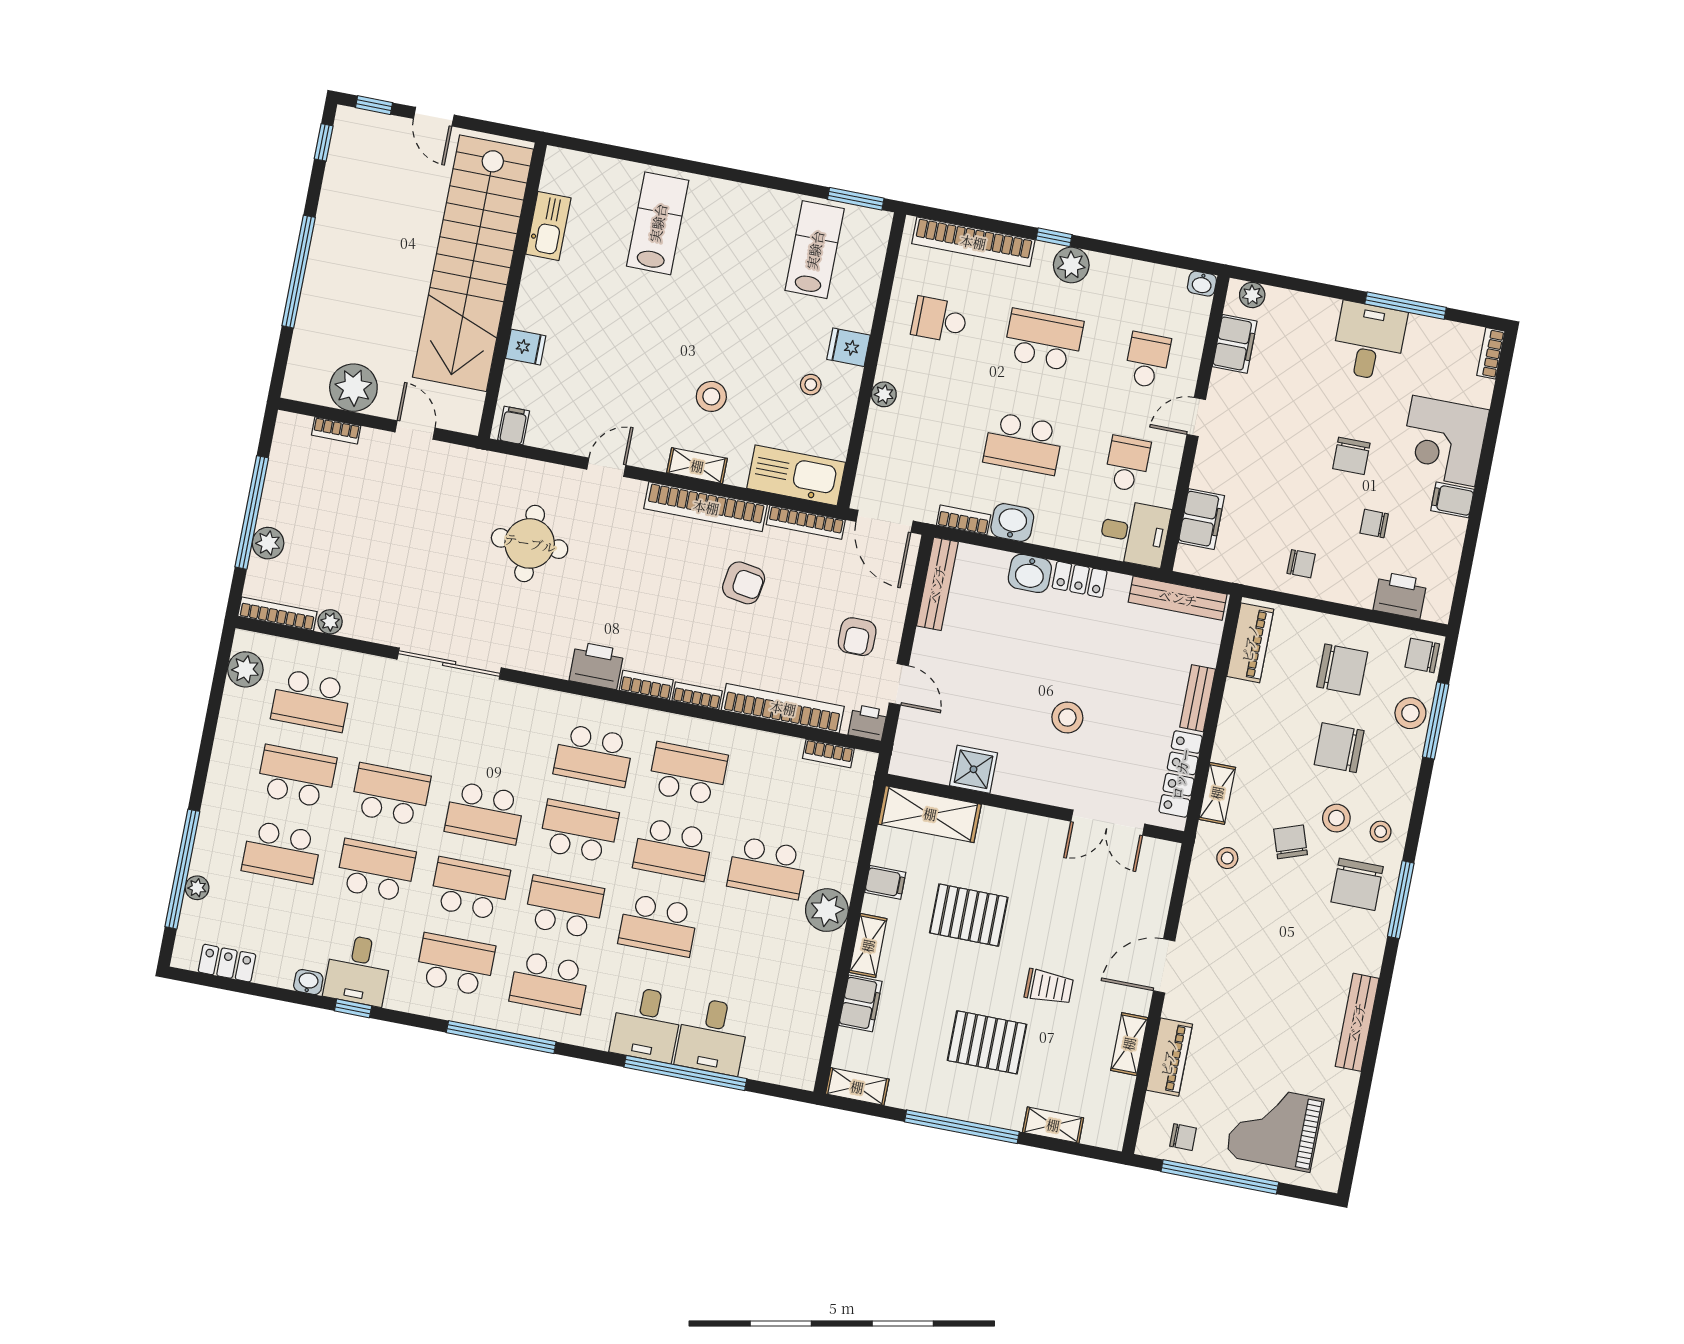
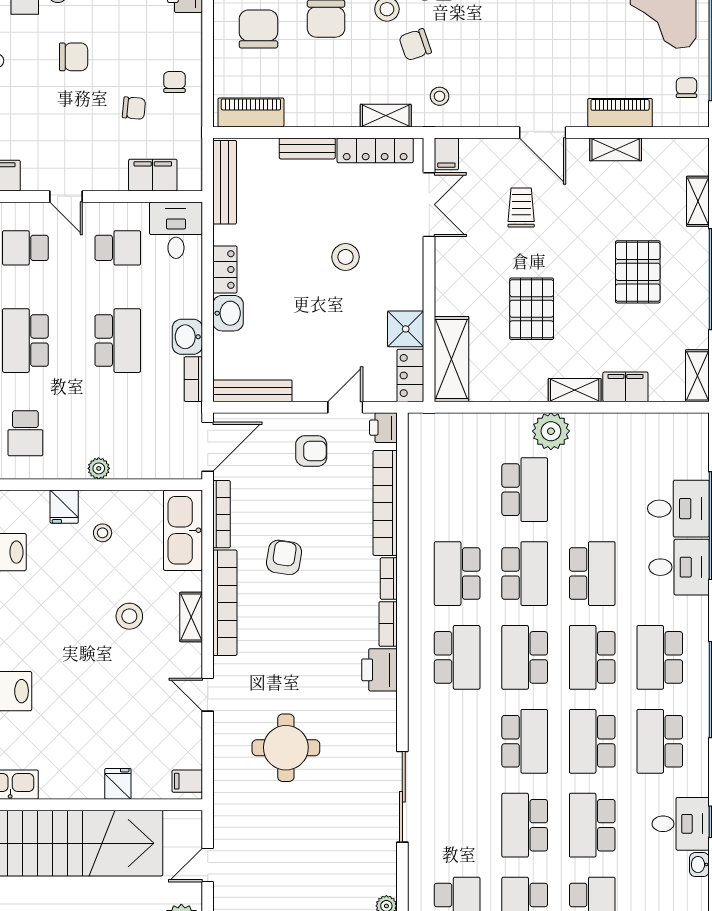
school desk: (1127, 464) -> (118, 248), turned 180
chair: (1374, 524) -> (134, 108), moved, turned -85
bookcase: (828, 753) -> (416, 456), removed
locker: (920, 764) -> (410, 375), added
filing cabinet: (885, 882) -> (446, 154), moved, turned 180
school desk: (549, 983) -> (660, 657), turned 180
trolley: (1049, 987) -> (521, 208), moved

